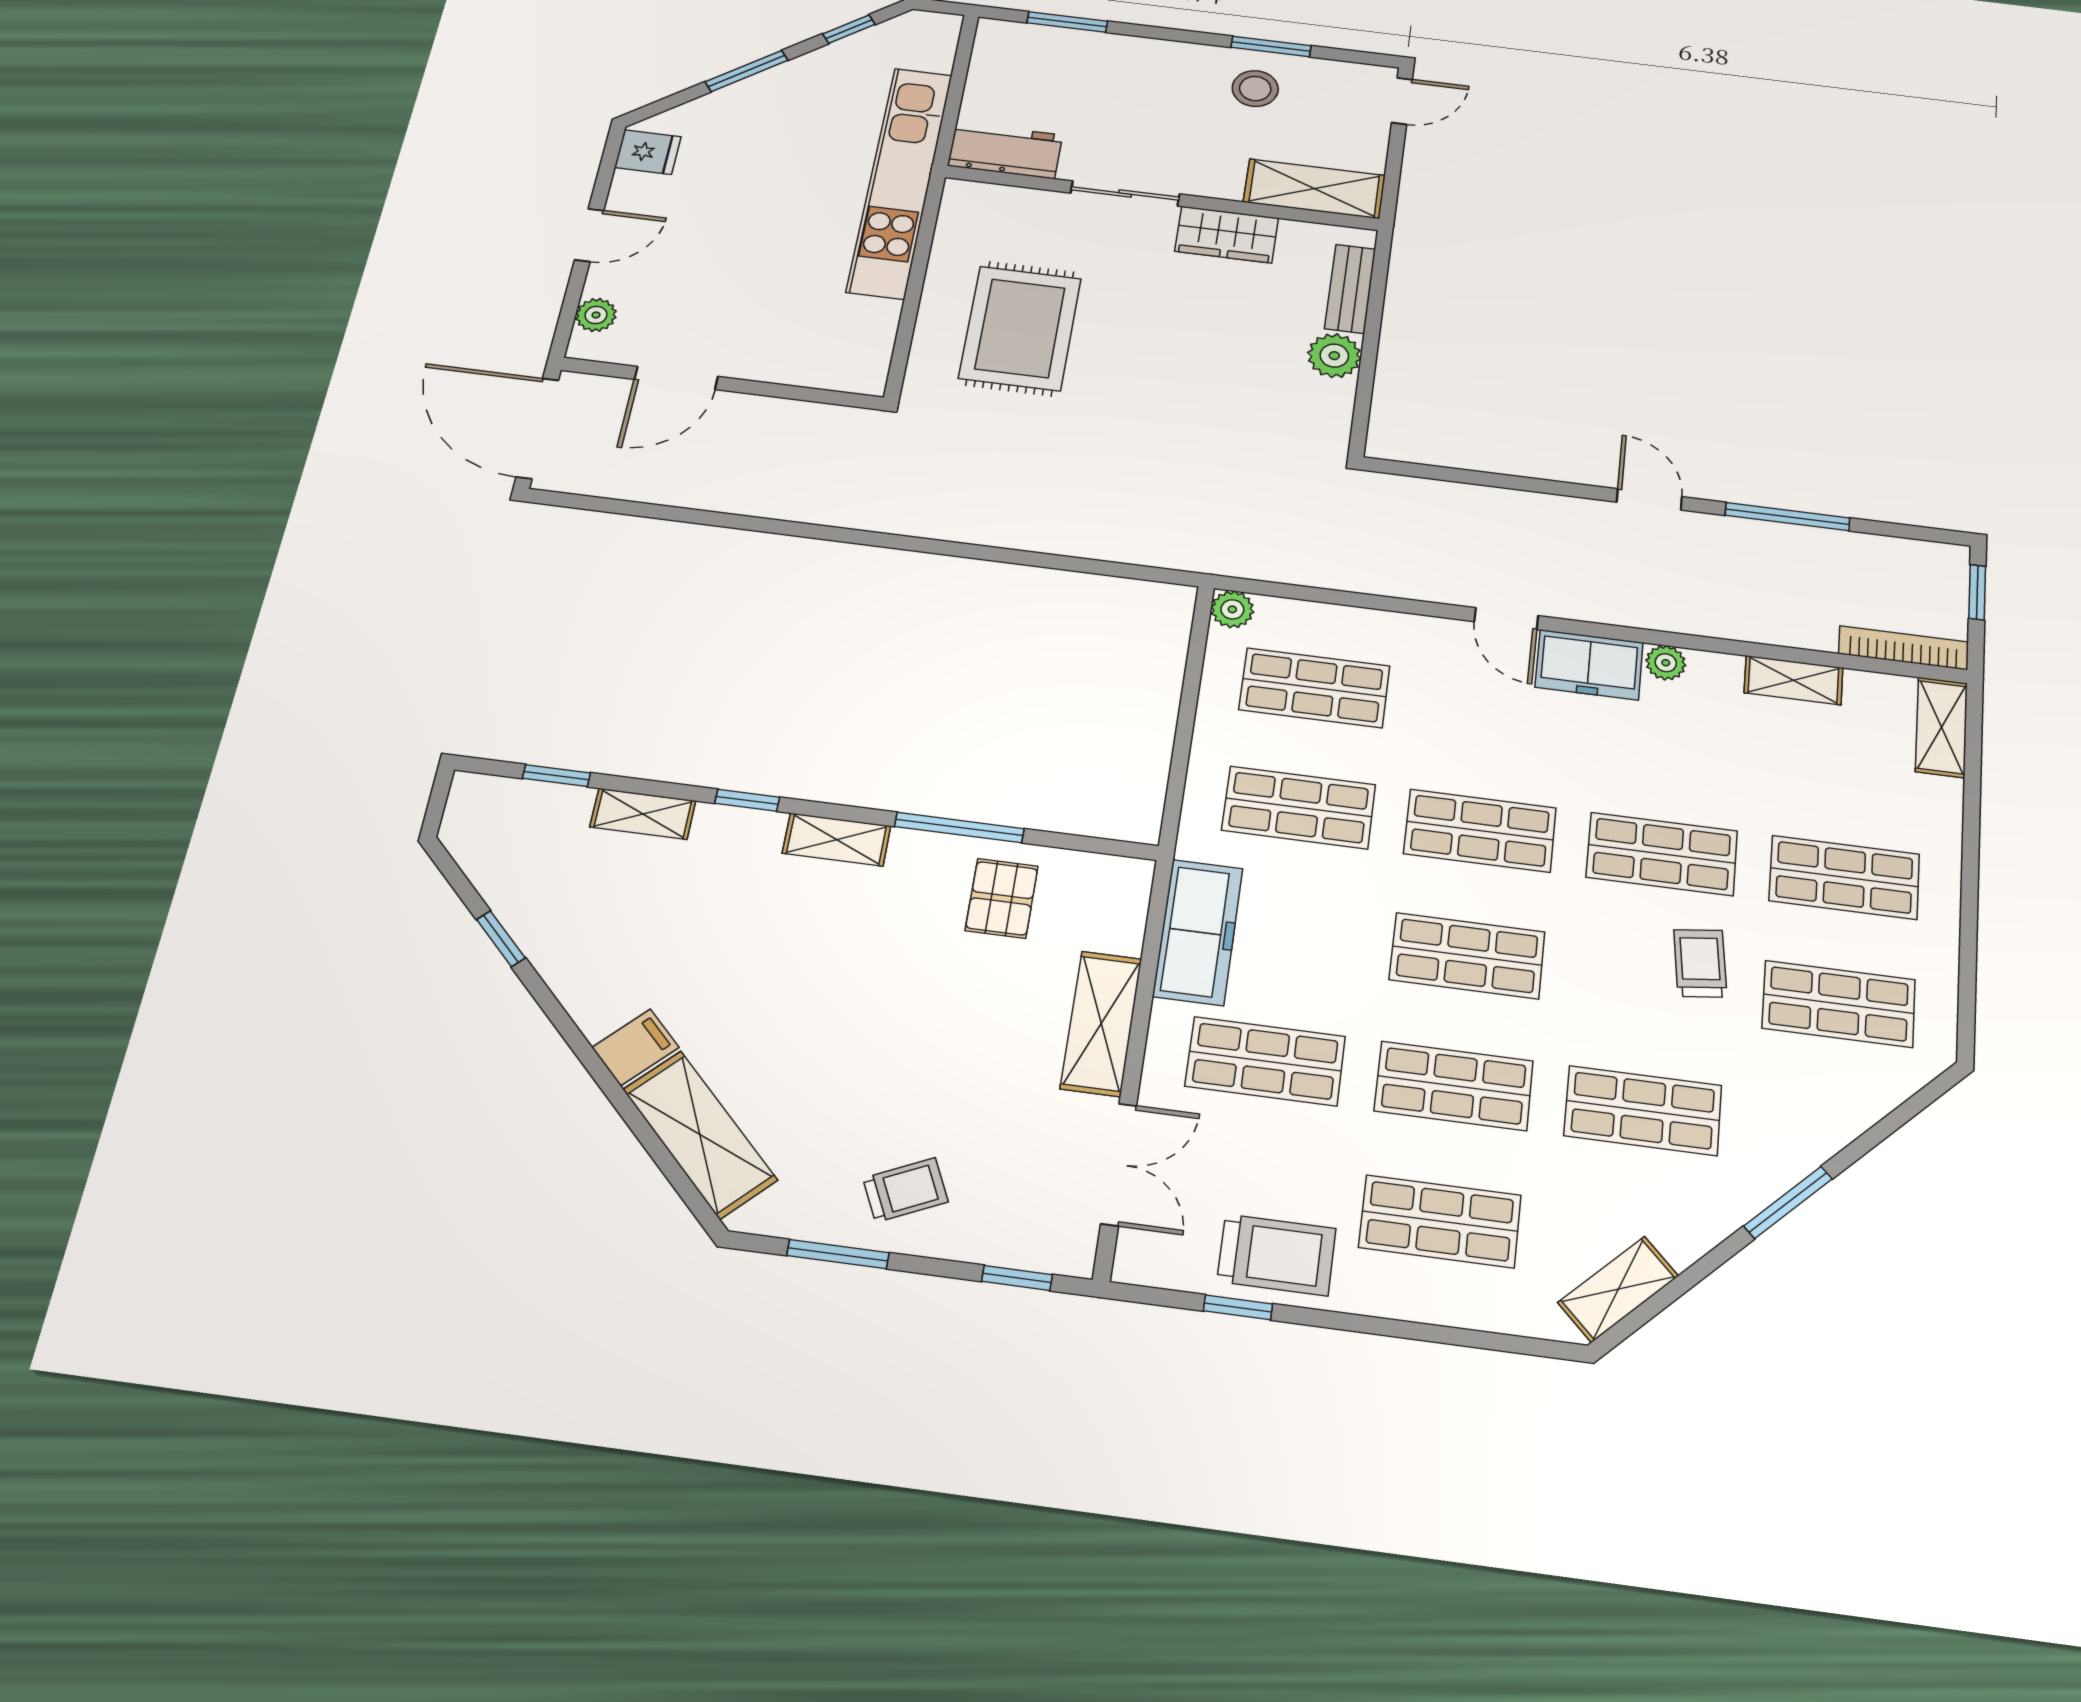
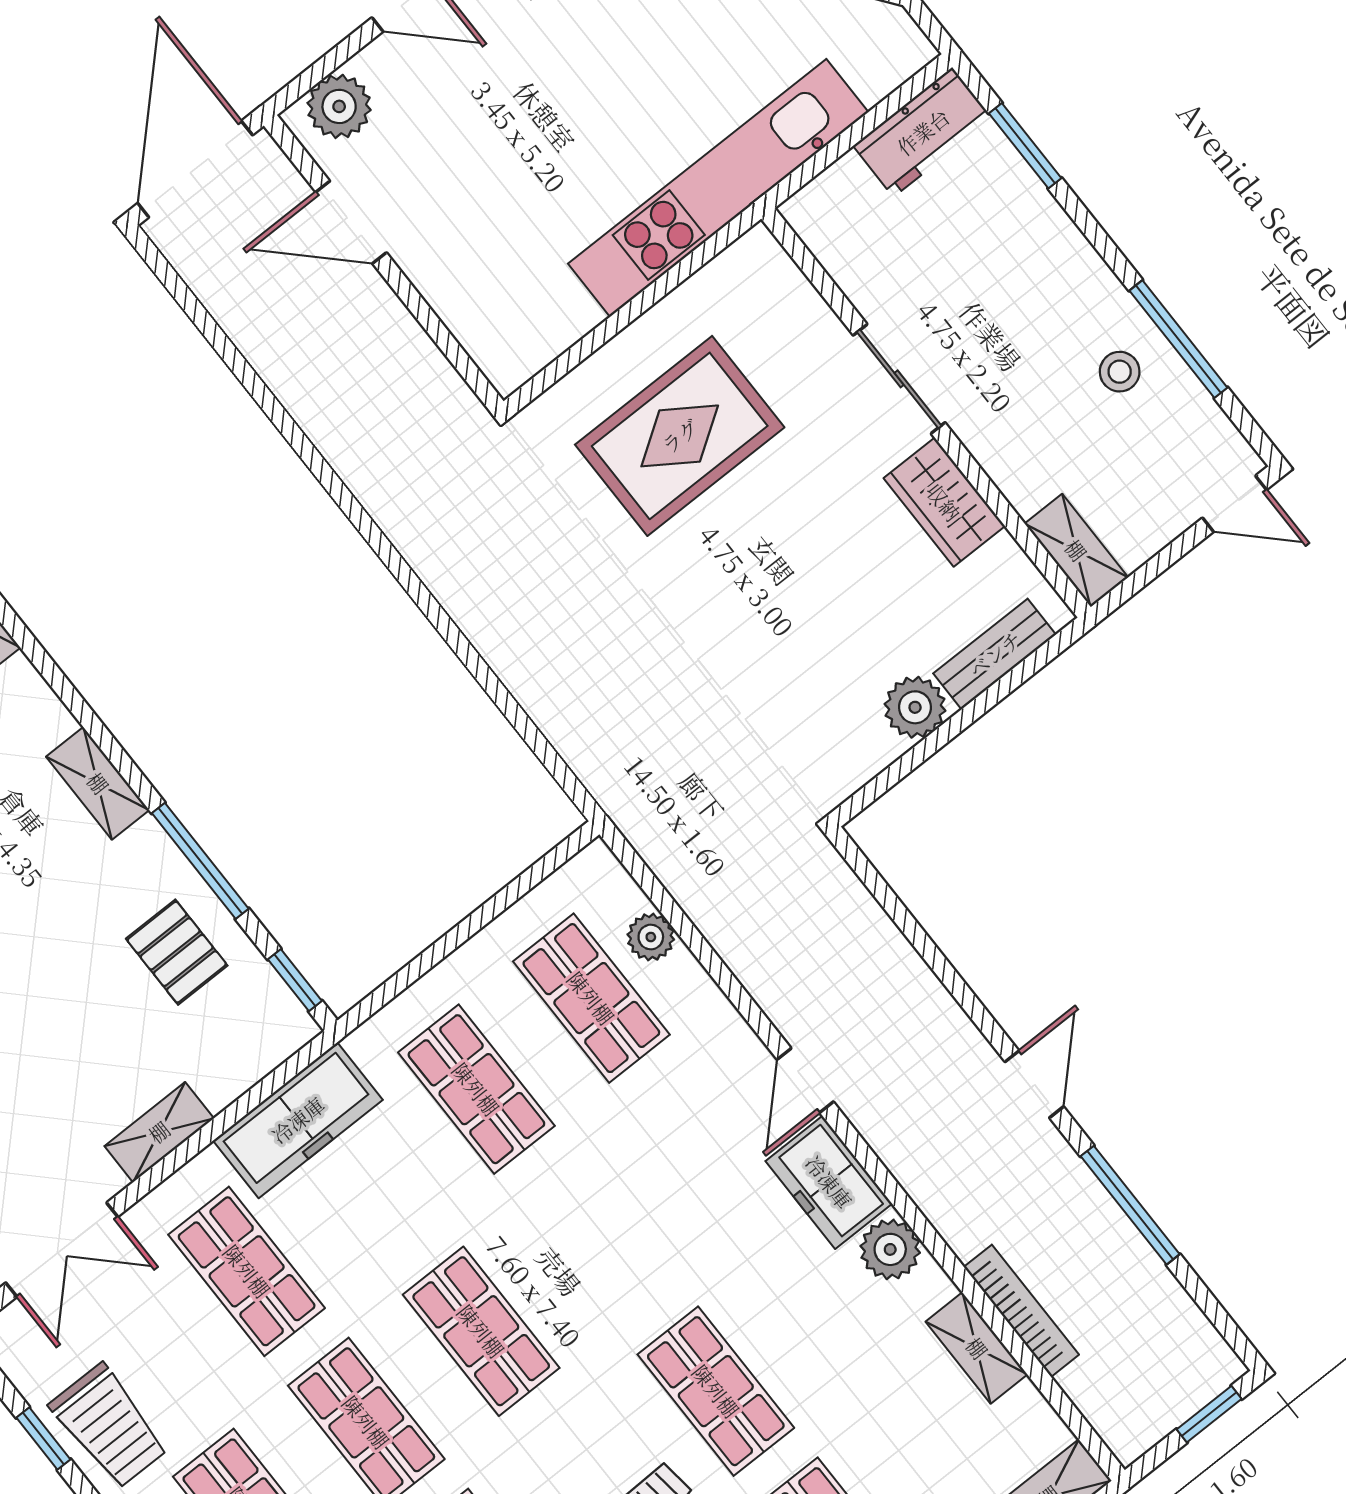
window: (1271, 47) -> (1178, 339), width x1.44
stool: (1255, 89) -> (1120, 372), width x0.73, depth x0.73
workbench: (1005, 150) -> (923, 132), moved, turned 90
shelving: (1314, 189) -> (1076, 550), width x0.67, depth x0.75
plant: (596, 315) -> (339, 106), width x1.38, depth x1.38
plant: (1232, 609) -> (651, 937), moved
bookcase: (1904, 648) -> (1021, 1311), moved
plant: (1666, 663) -> (890, 1249), width x1.38, depth x1.38
window: (747, 800) -> (295, 980), moved
shop shelf: (1480, 831) -> (596, 1240), removed
pallet: (1002, 898) -> (177, 952), turned 90
shelving: (1101, 1023) -> (159, 1132), width x0.67, depth x0.75

